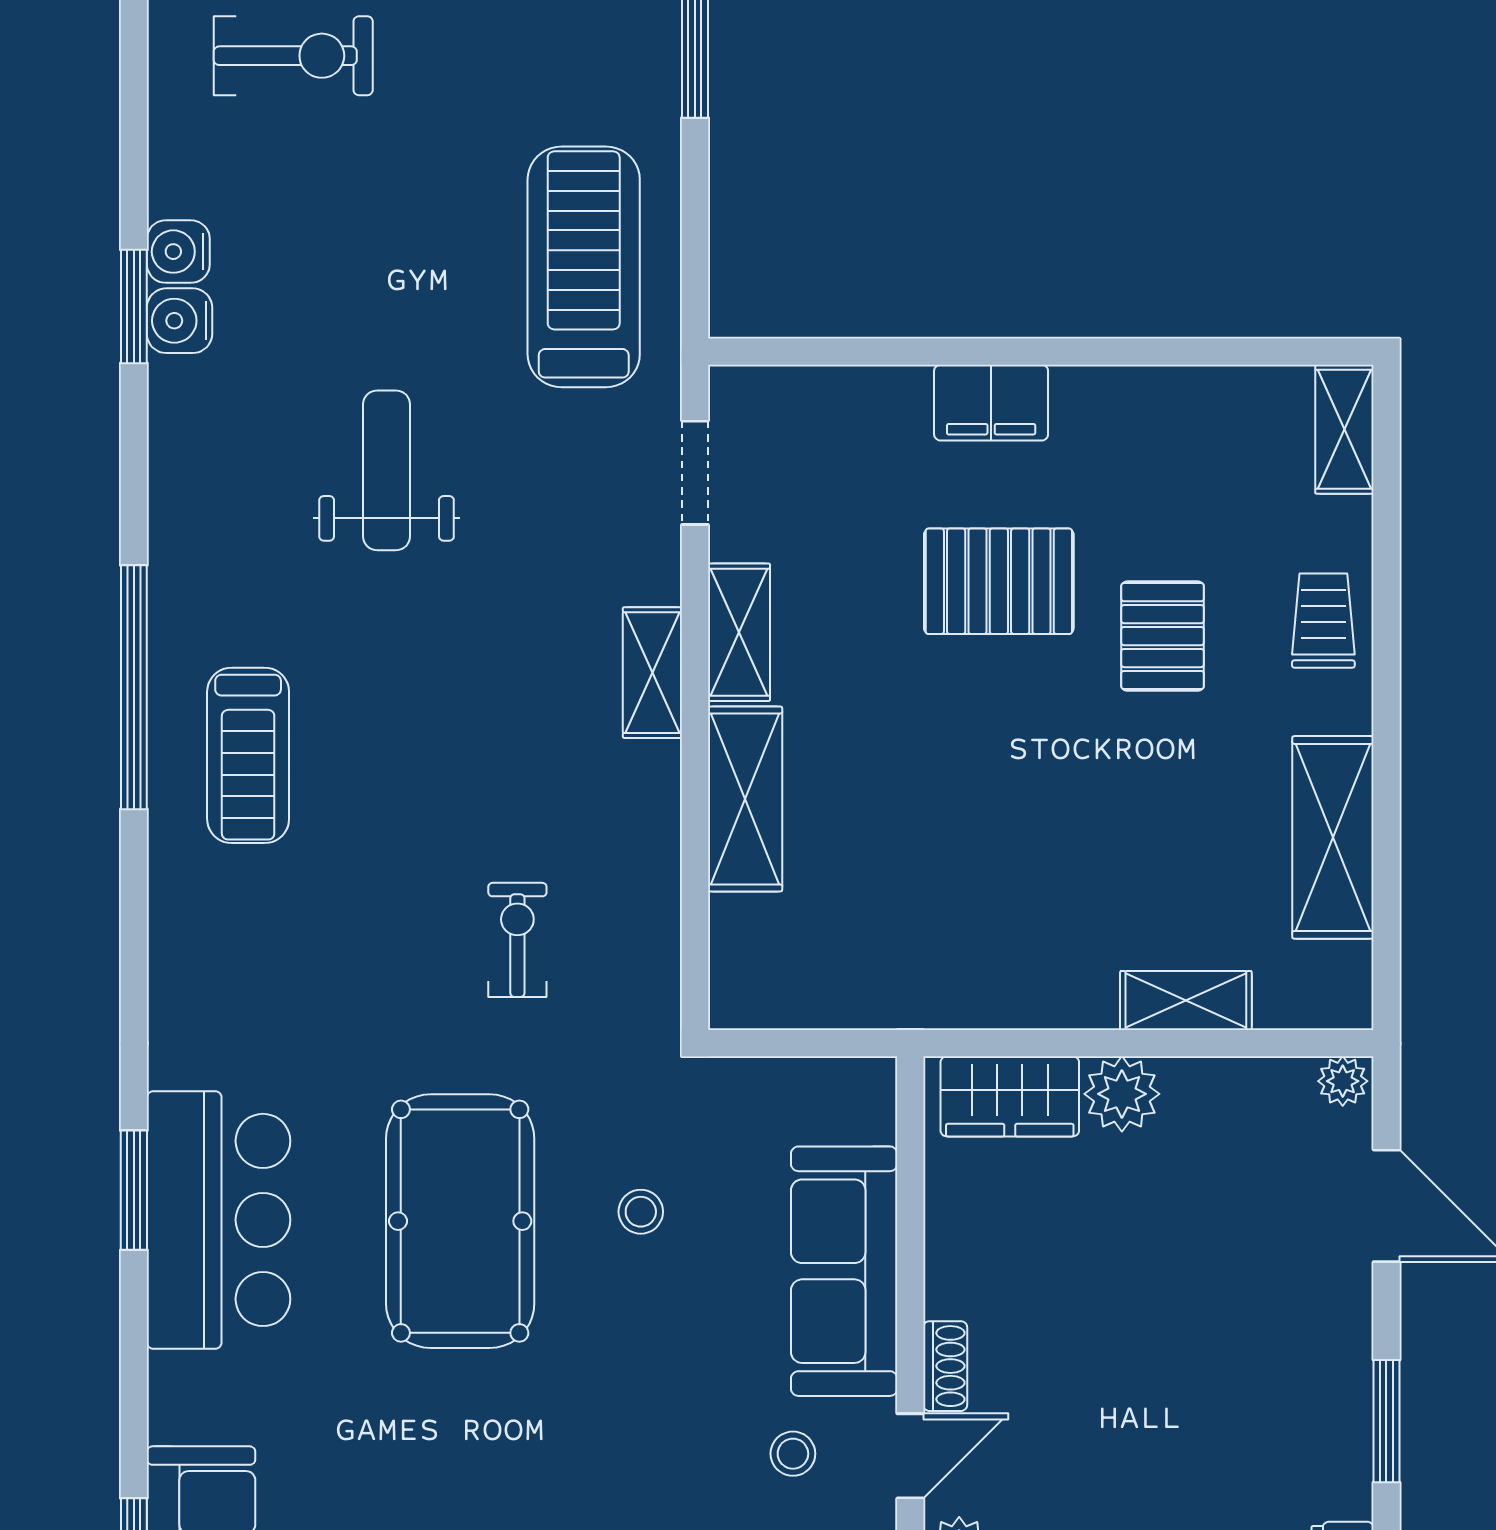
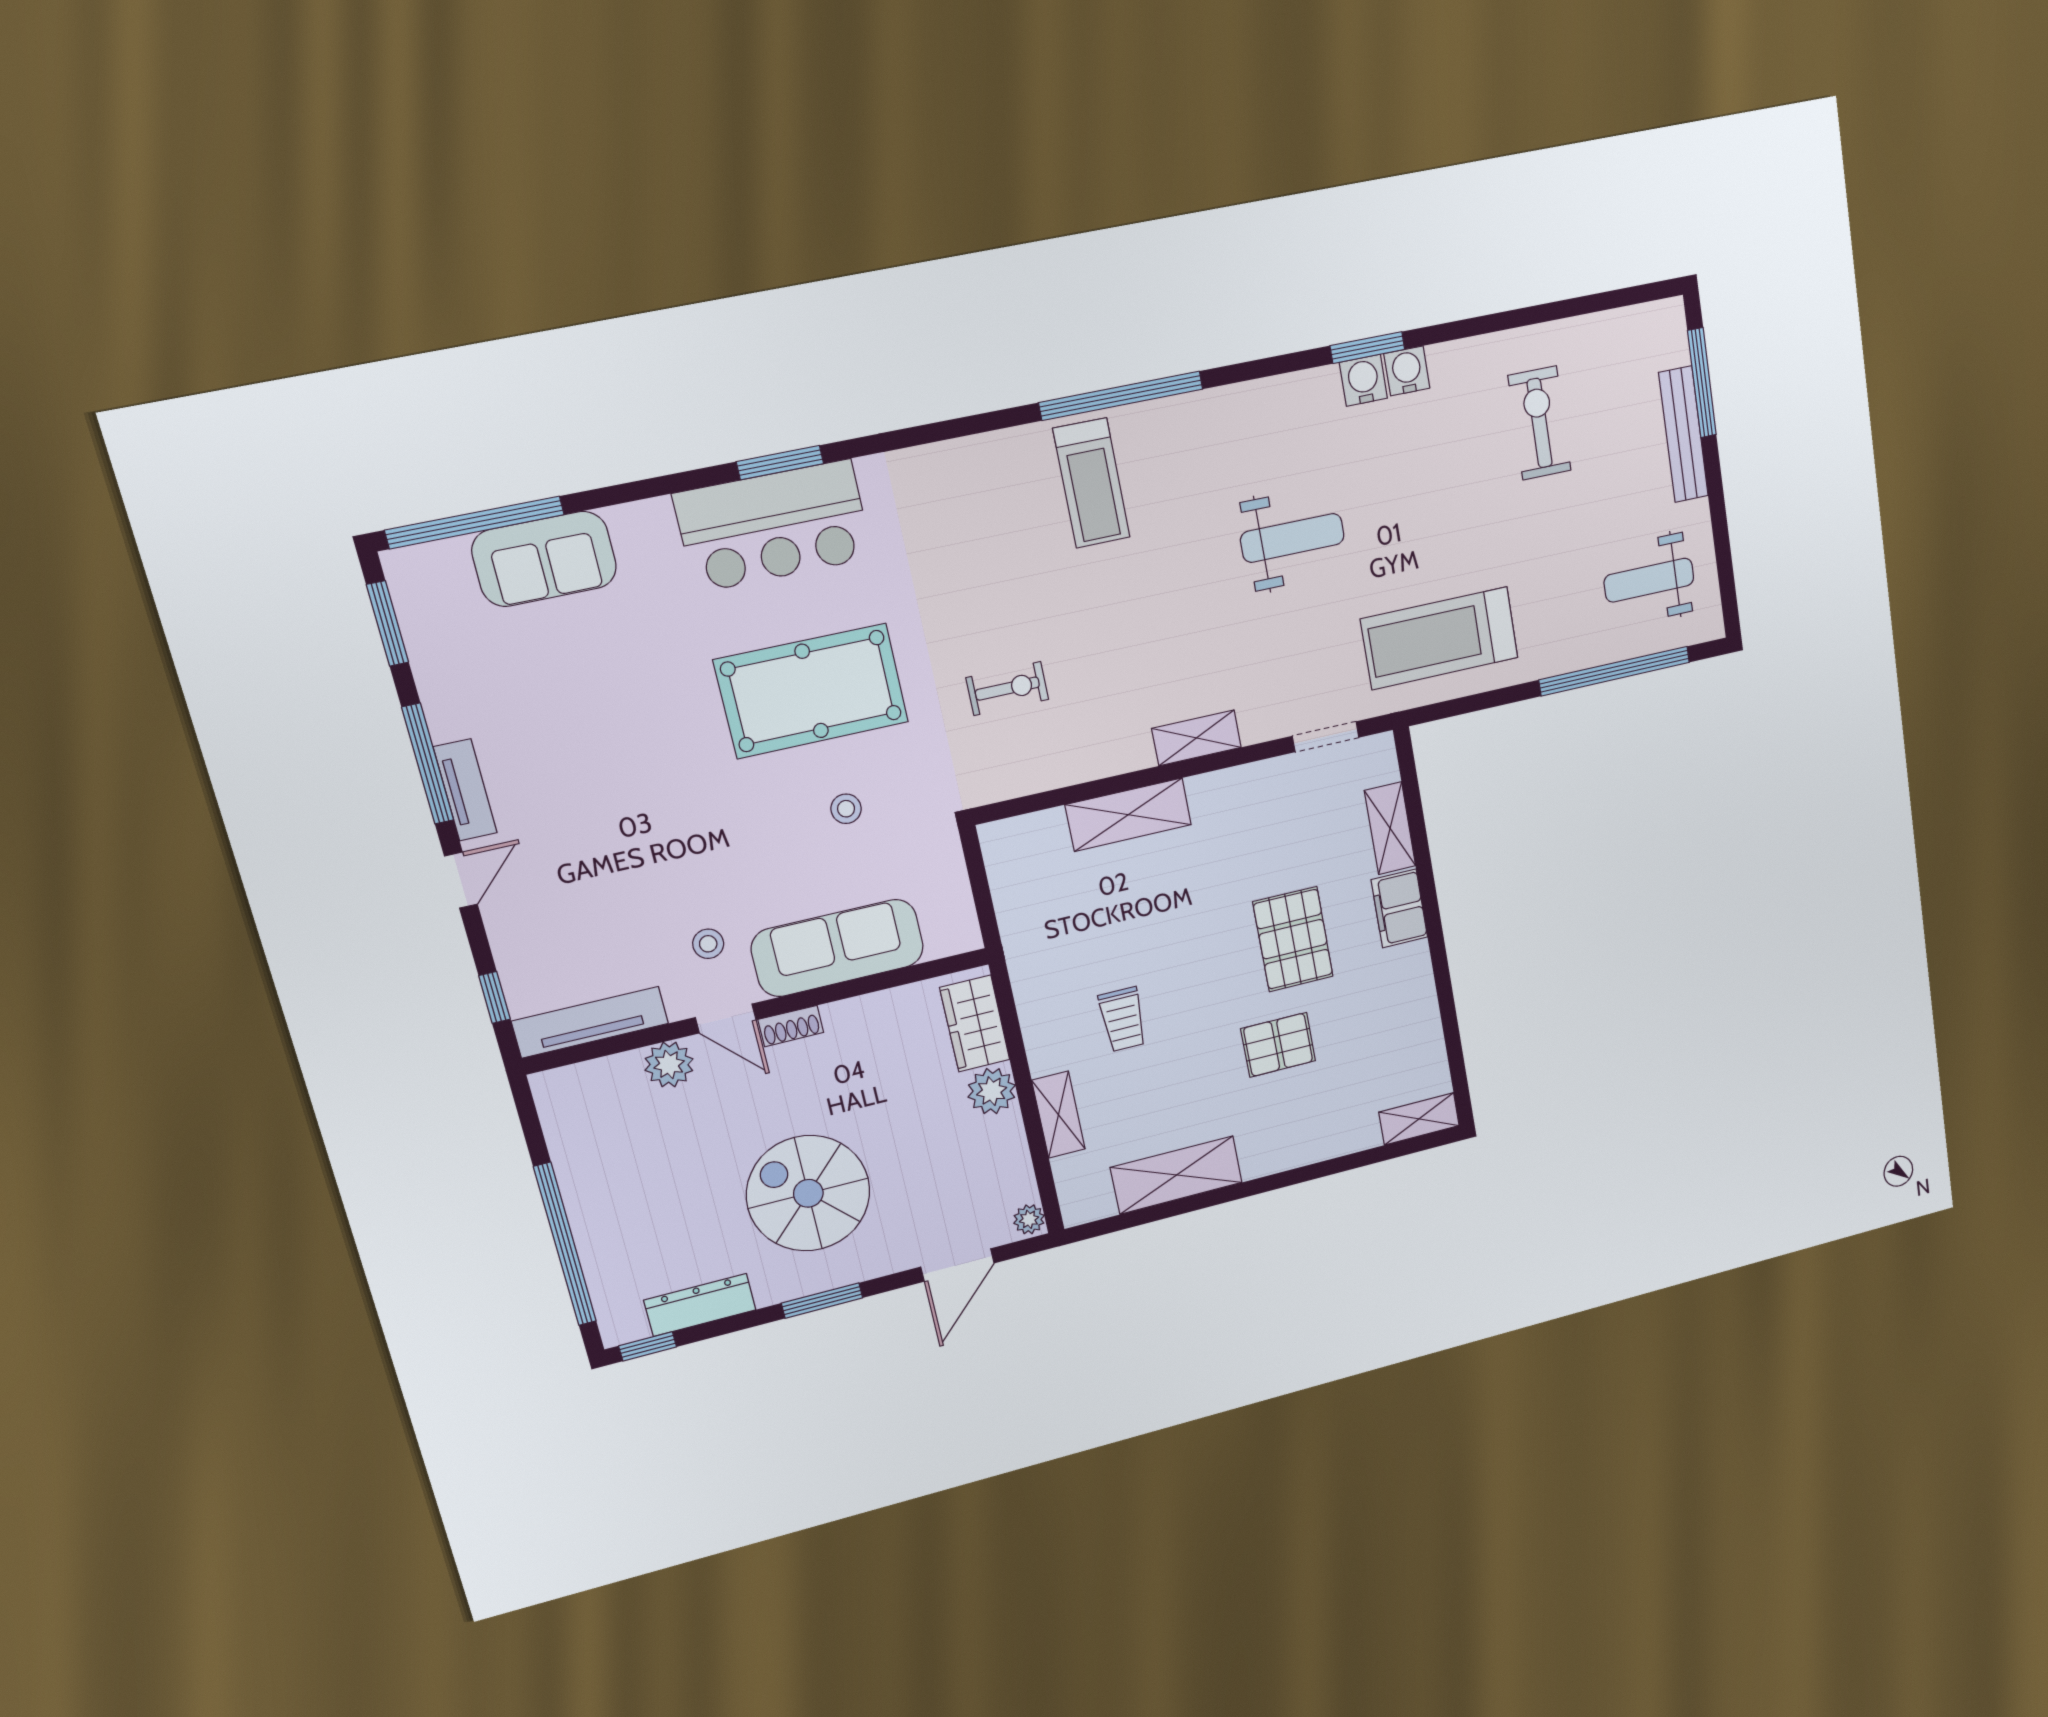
exercise bike: (293, 56) -> (1540, 423), turned 180
treadmill: (584, 267) -> (1440, 638), turned 180
trolley: (1323, 621) -> (1123, 1019), moved, turned 90
shelving: (739, 632) -> (1390, 828), moved, turned 90
treadmill: (248, 755) -> (1091, 483), turned -90
spiral stairs: (1210, 1401) -> (808, 1193), added

